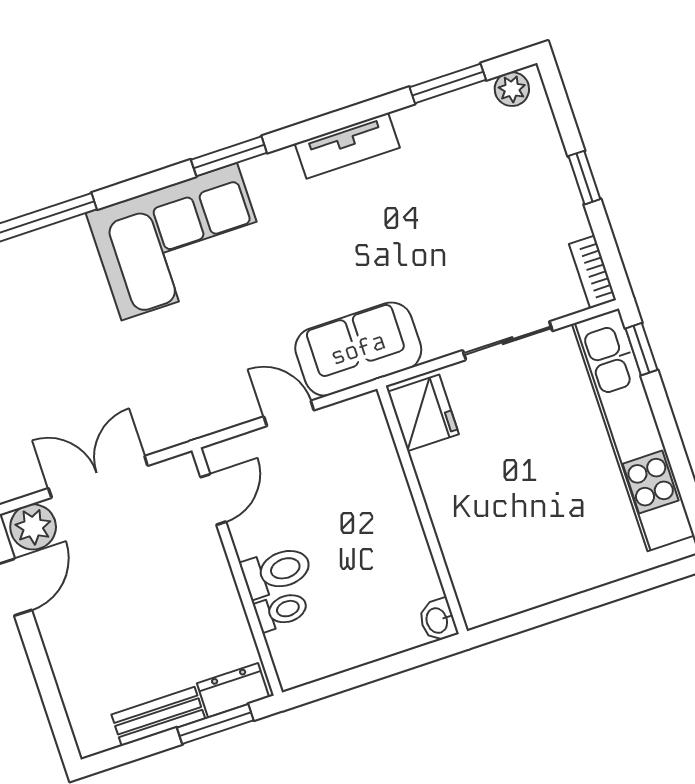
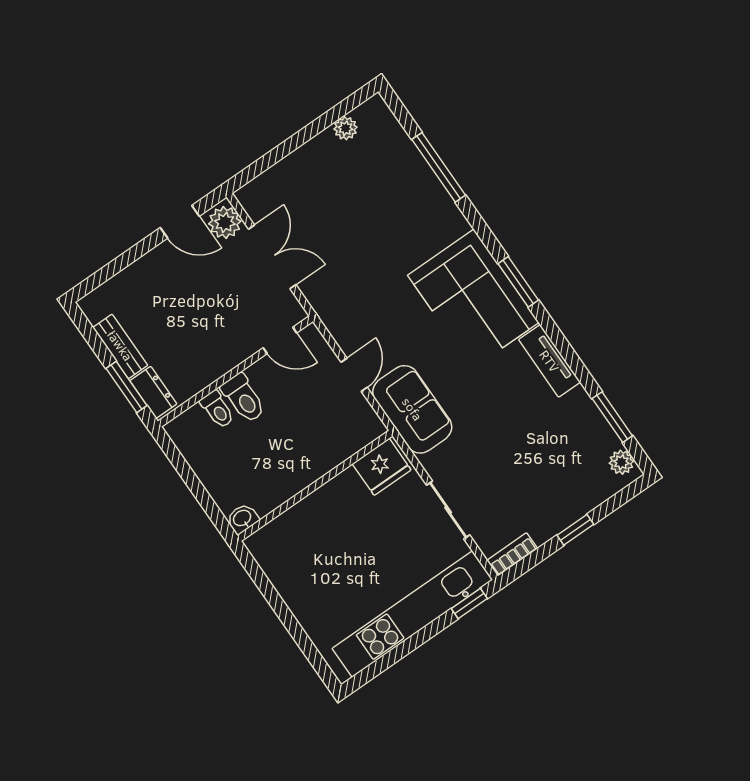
corner sofa: (179, 242) -> (473, 299), moved

